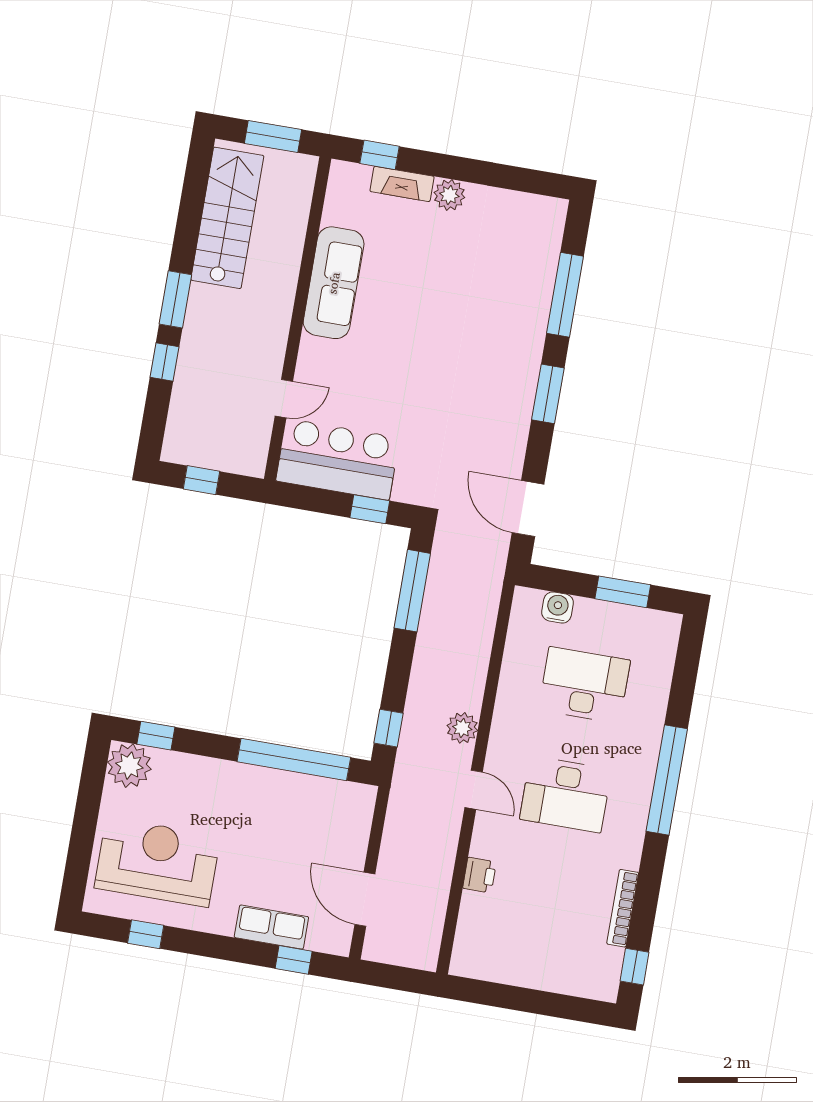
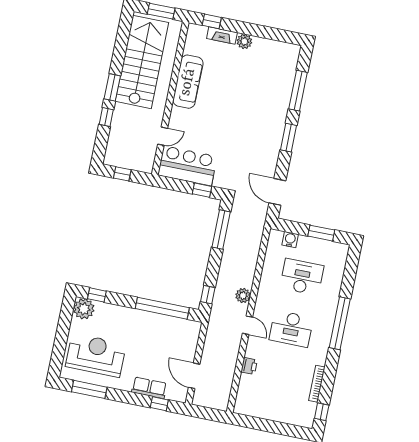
stairs: (227, 218) -> (142, 62), width x1.36, depth x1.51
window: (146, 934) -> (89, 389), width x2.17

